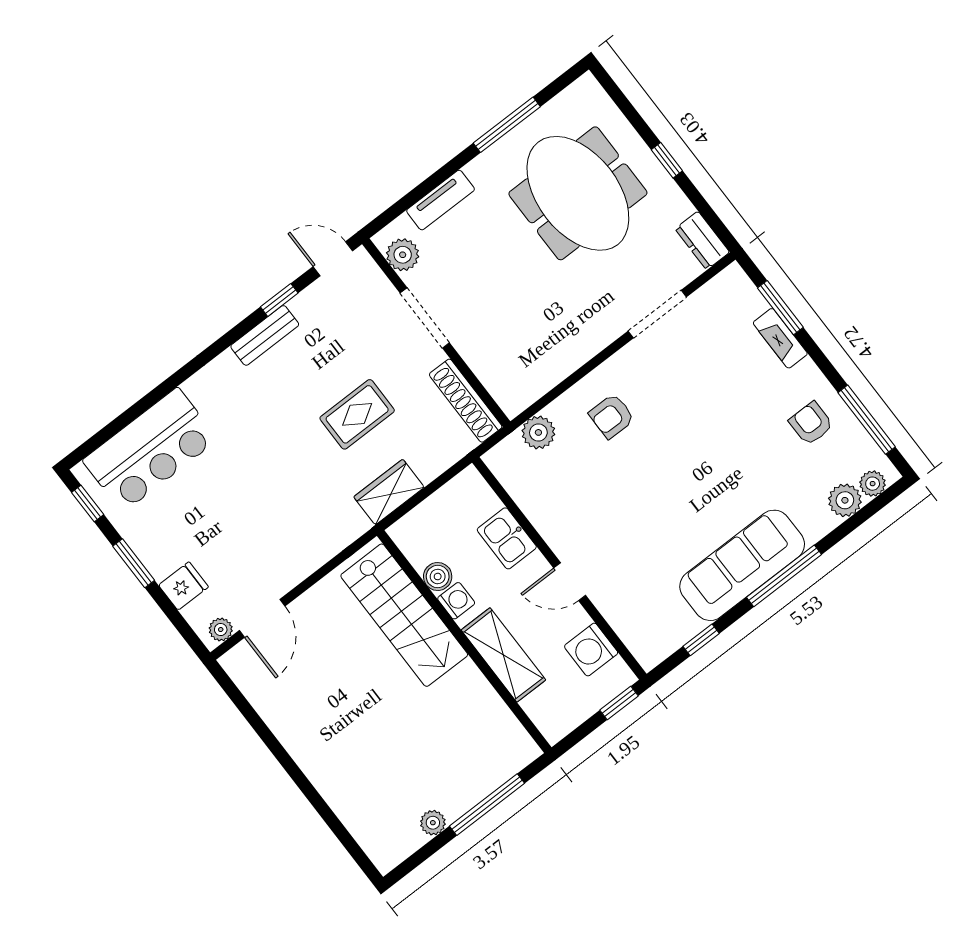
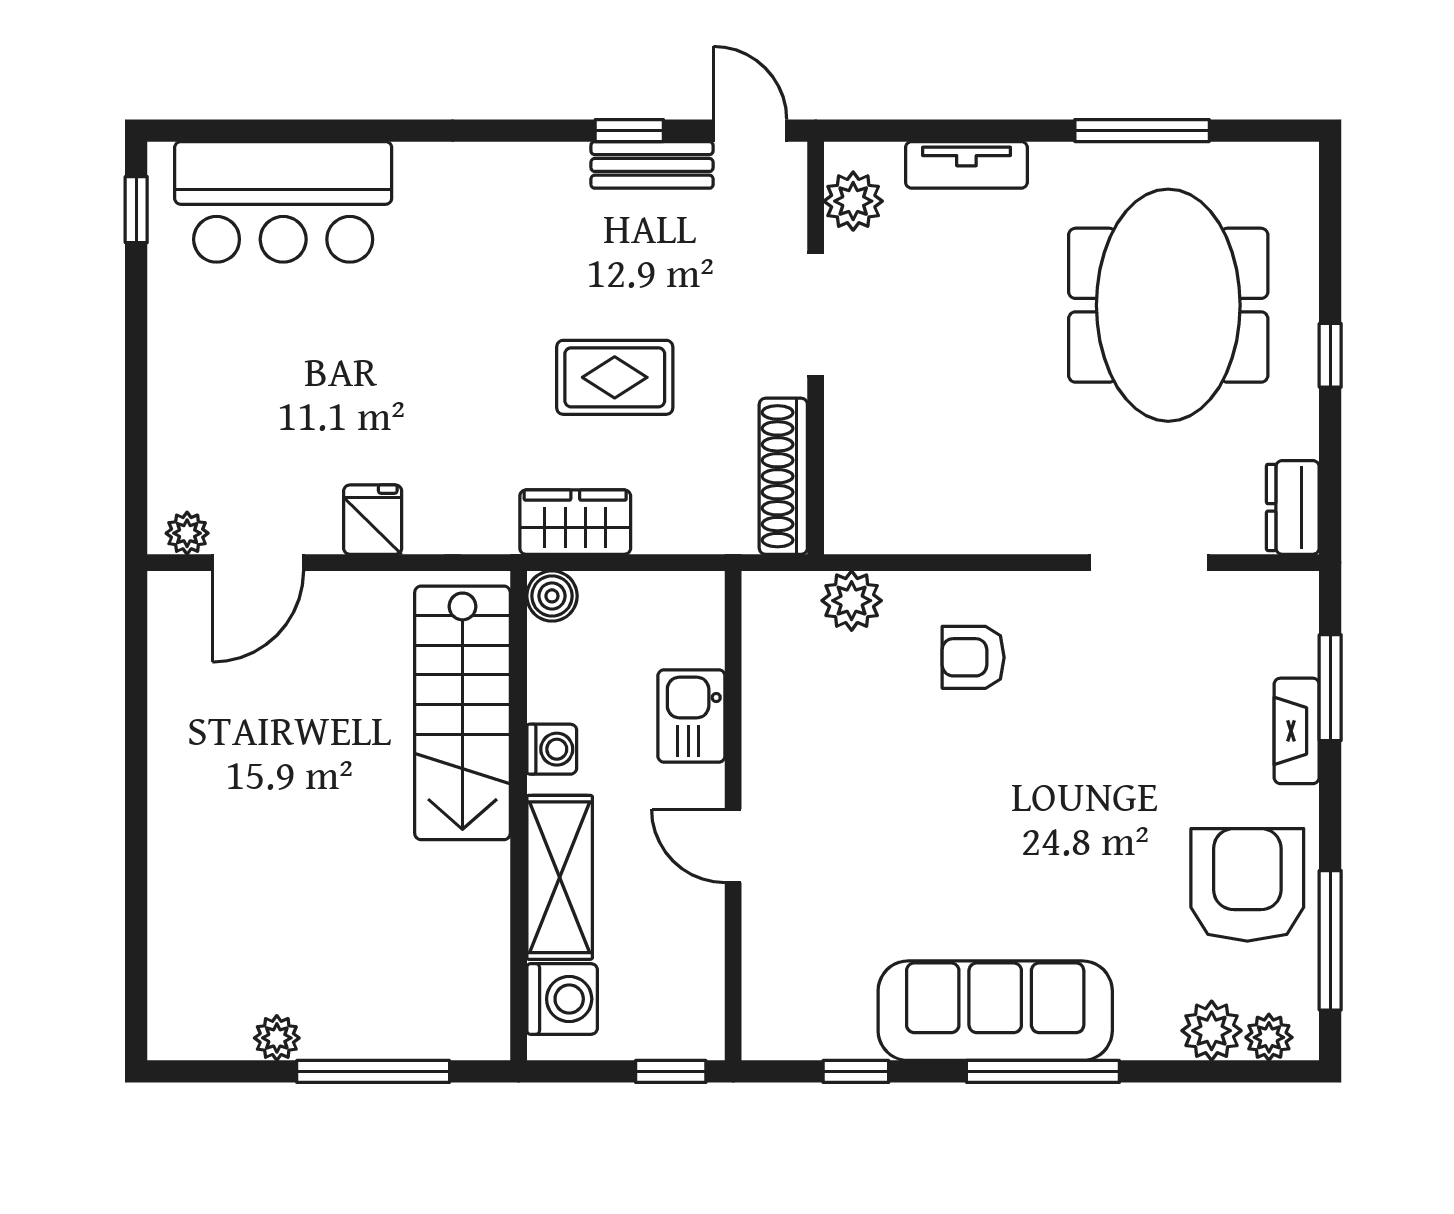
bench: (265, 335) -> (652, 165), moved
armchair: (811, 423) -> (1247, 885), width x1.88, depth x1.88
window: (134, 563) -> (136, 345), removed
boiler: (438, 576) -> (552, 596), moved
fridge: (183, 586) -> (373, 520), moved, turned -90
washing machine: (591, 650) -> (562, 999), moved, turned 180

